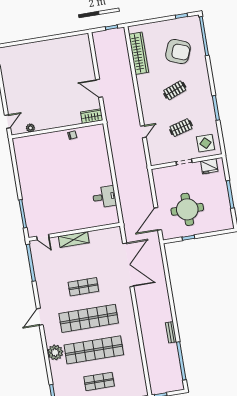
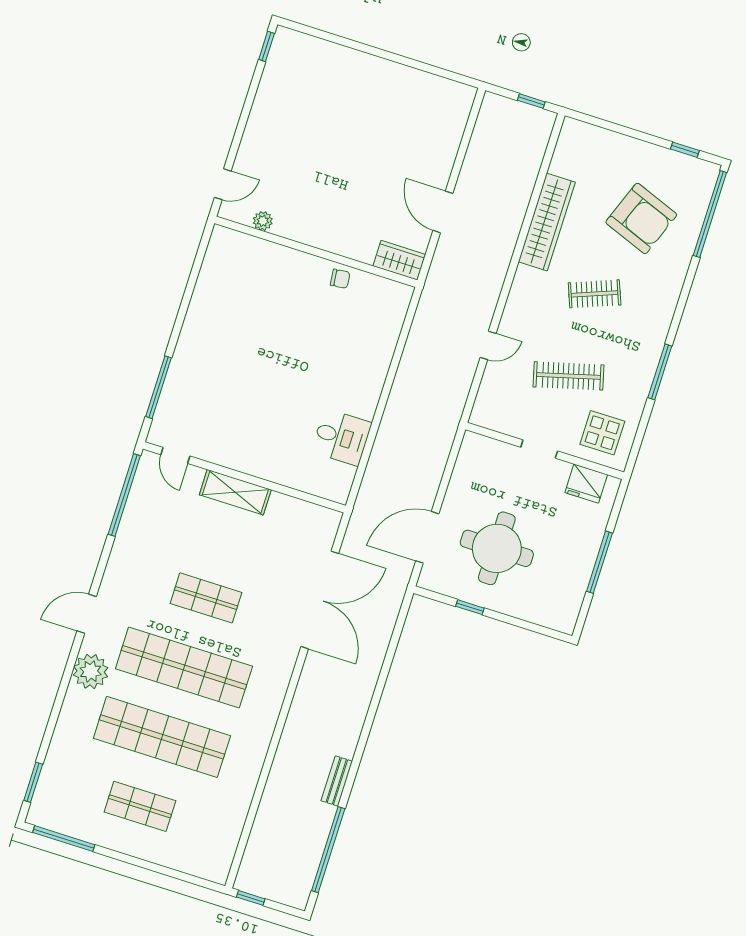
wardrobe: (139, 53) -> (547, 222), moved
clothes rail: (181, 128) -> (568, 376), width x1.36
plant: (55, 352) -> (91, 671), moved

